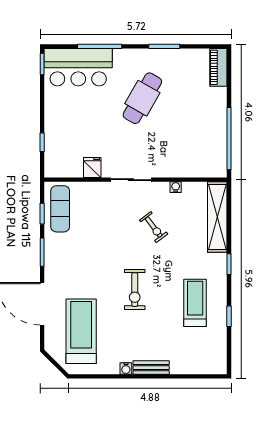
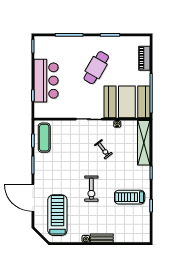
bar counter: (78, 67) -> (46, 81), moved, turned -90
piano: (218, 67) -> (144, 58), moved
booth: (191, 152) -> (127, 102), added
fridge: (92, 167) -> (64, 111), removed
treadmill: (195, 303) -> (130, 197), turned -90

